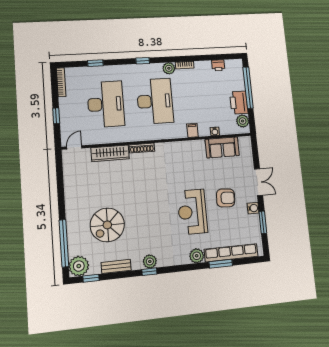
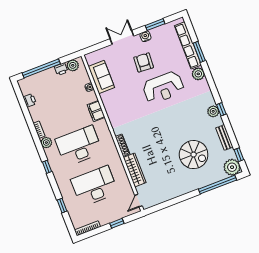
printer: (239, 103) -> (61, 69), width x0.53, depth x0.68
filing cabinet: (192, 130) -> (96, 111), width x2.00
door: (74, 147) -> (139, 201), hinge flipped

